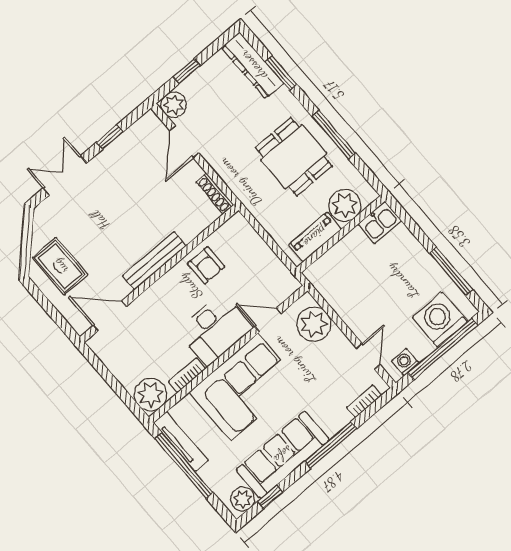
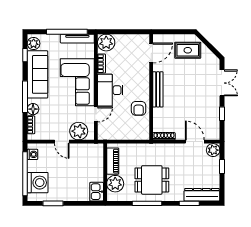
armchair: (206, 265) -> (139, 108), turned -90
window: (451, 271) -> (53, 203), width x0.69
door: (368, 356) -> (62, 142), moved
floor lamp: (339, 418) -> (33, 109), added

